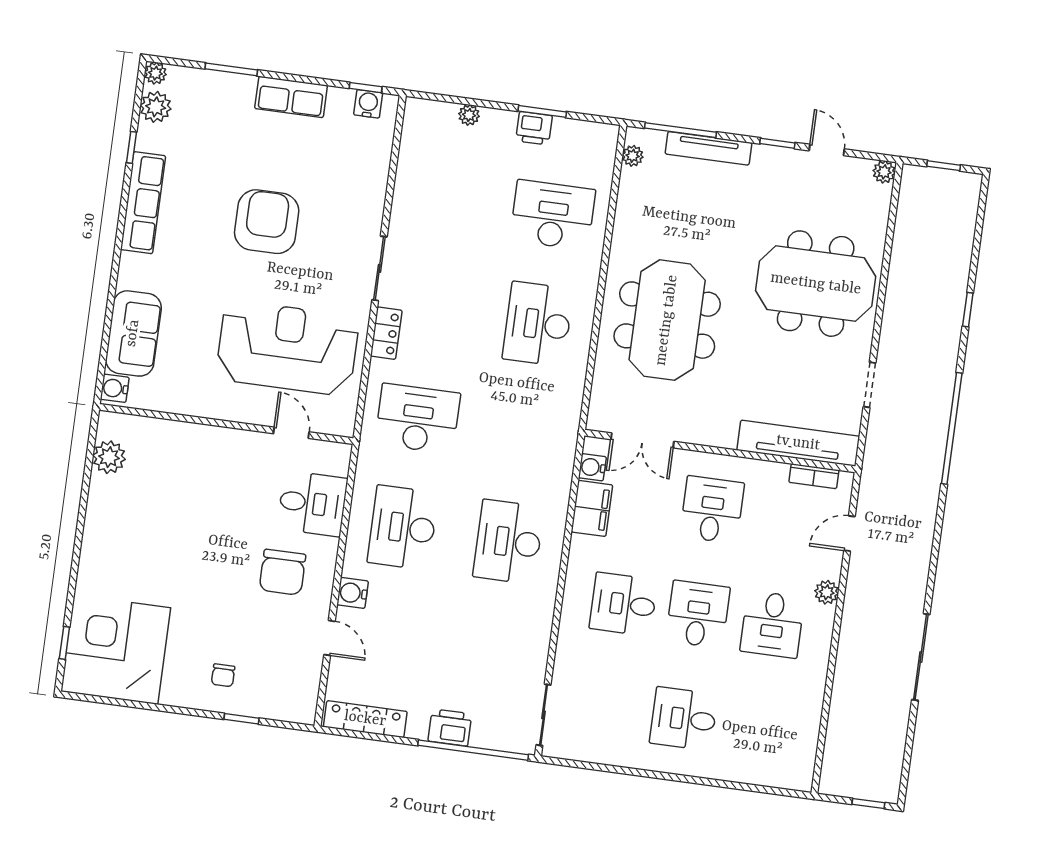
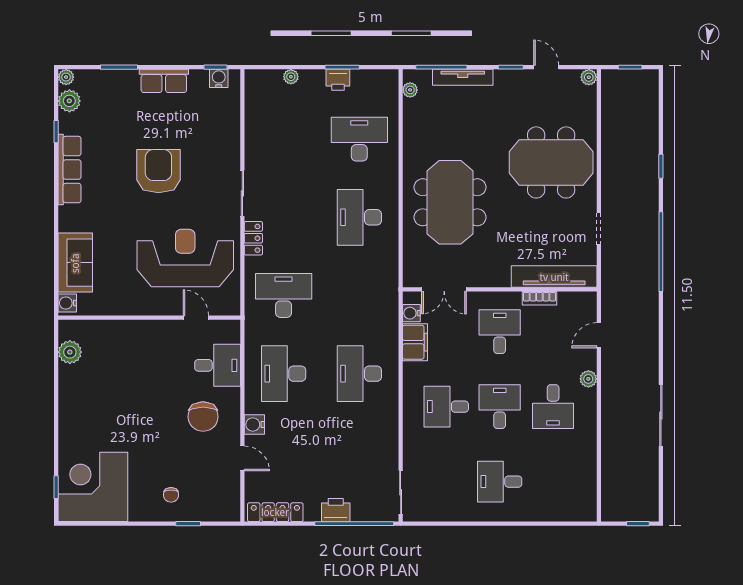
bookcase: (814, 476) -> (539, 298), moved

